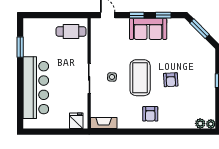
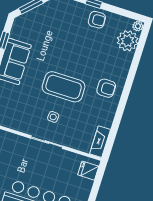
armchair: (171, 80) -> (97, 20), moved
plant: (200, 123) -> (128, 41), width x1.87, depth x1.87

